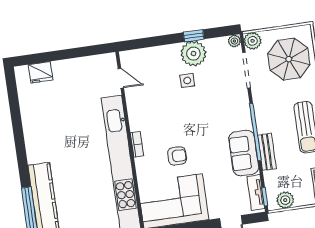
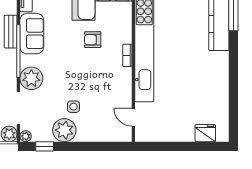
window: (194, 36) -> (45, 146), moved
plant: (237, 104) -> (31, 78), added

